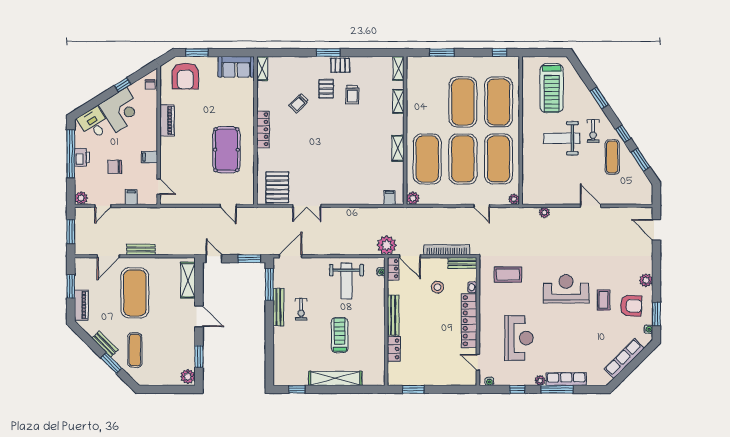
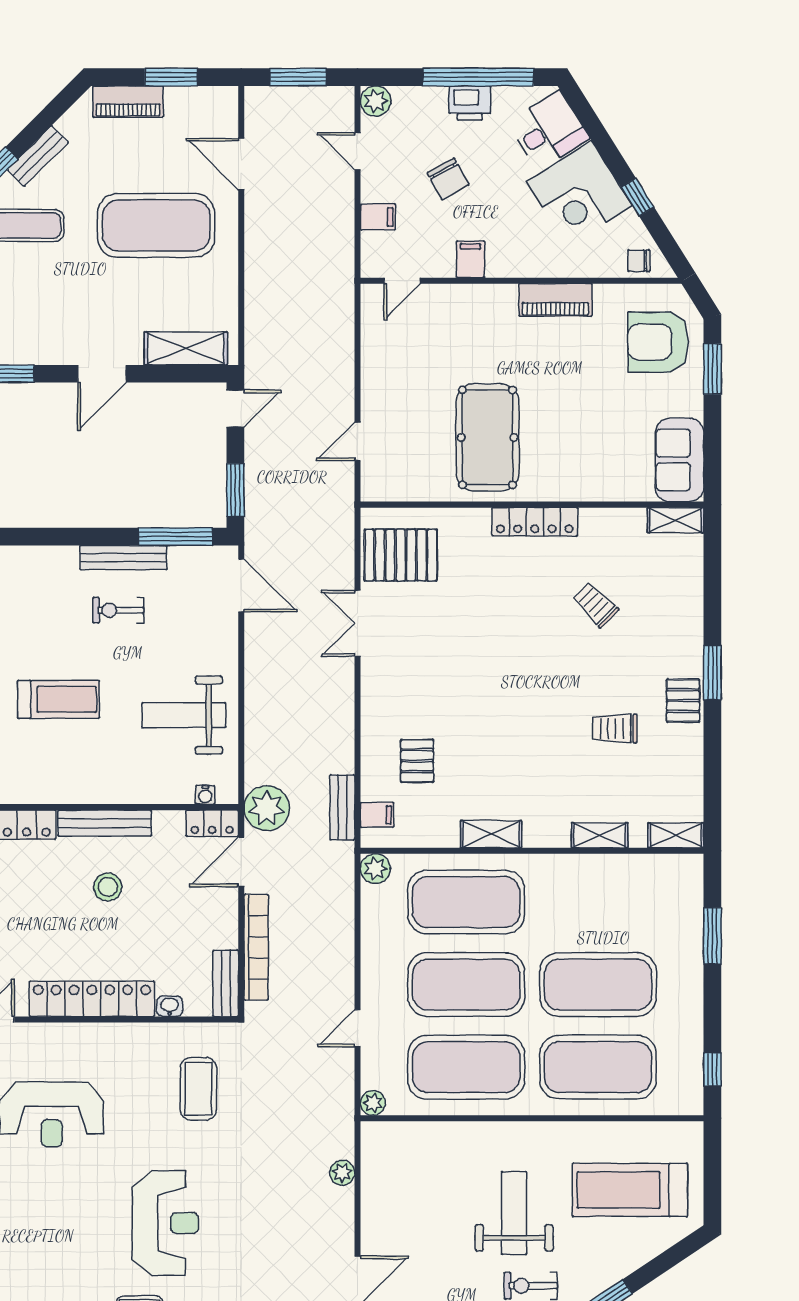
pallet: (326, 89) -> (417, 761), moved, turned 90
pool table: (226, 150) -> (488, 437), turned 90
chair: (115, 167) -> (448, 179), turned 151
bench: (141, 250) -> (342, 807), moved
stool: (437, 287) -> (108, 887), moved

